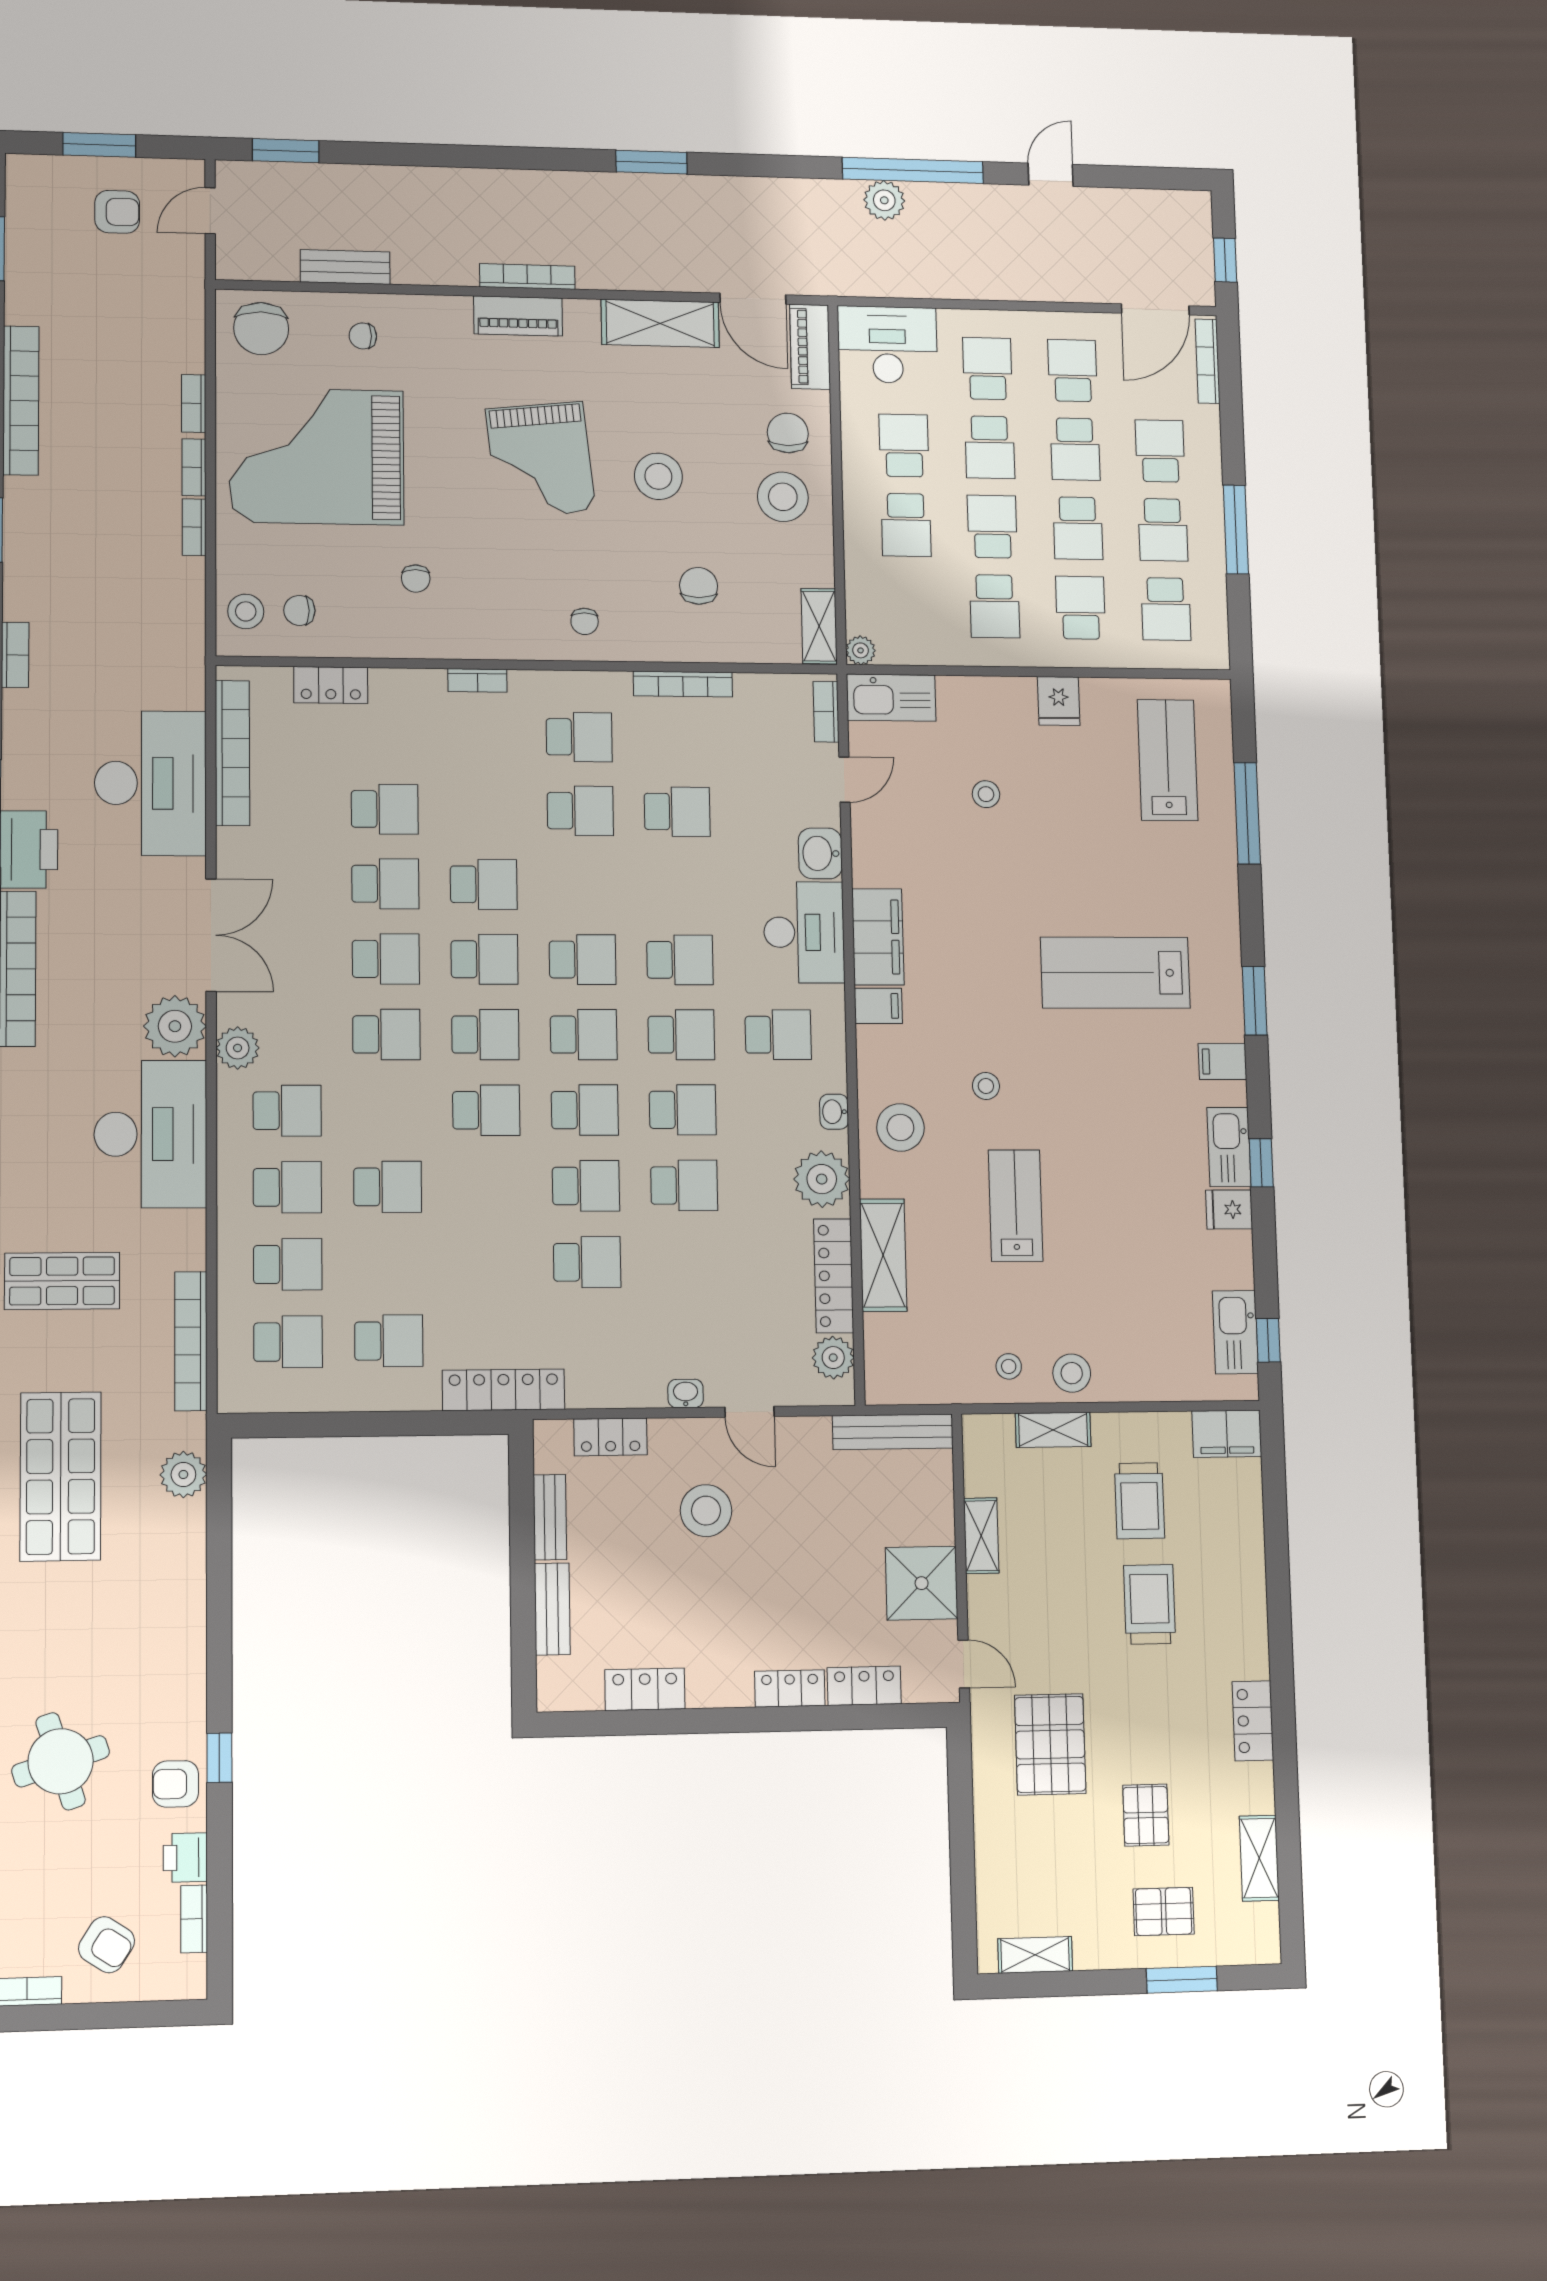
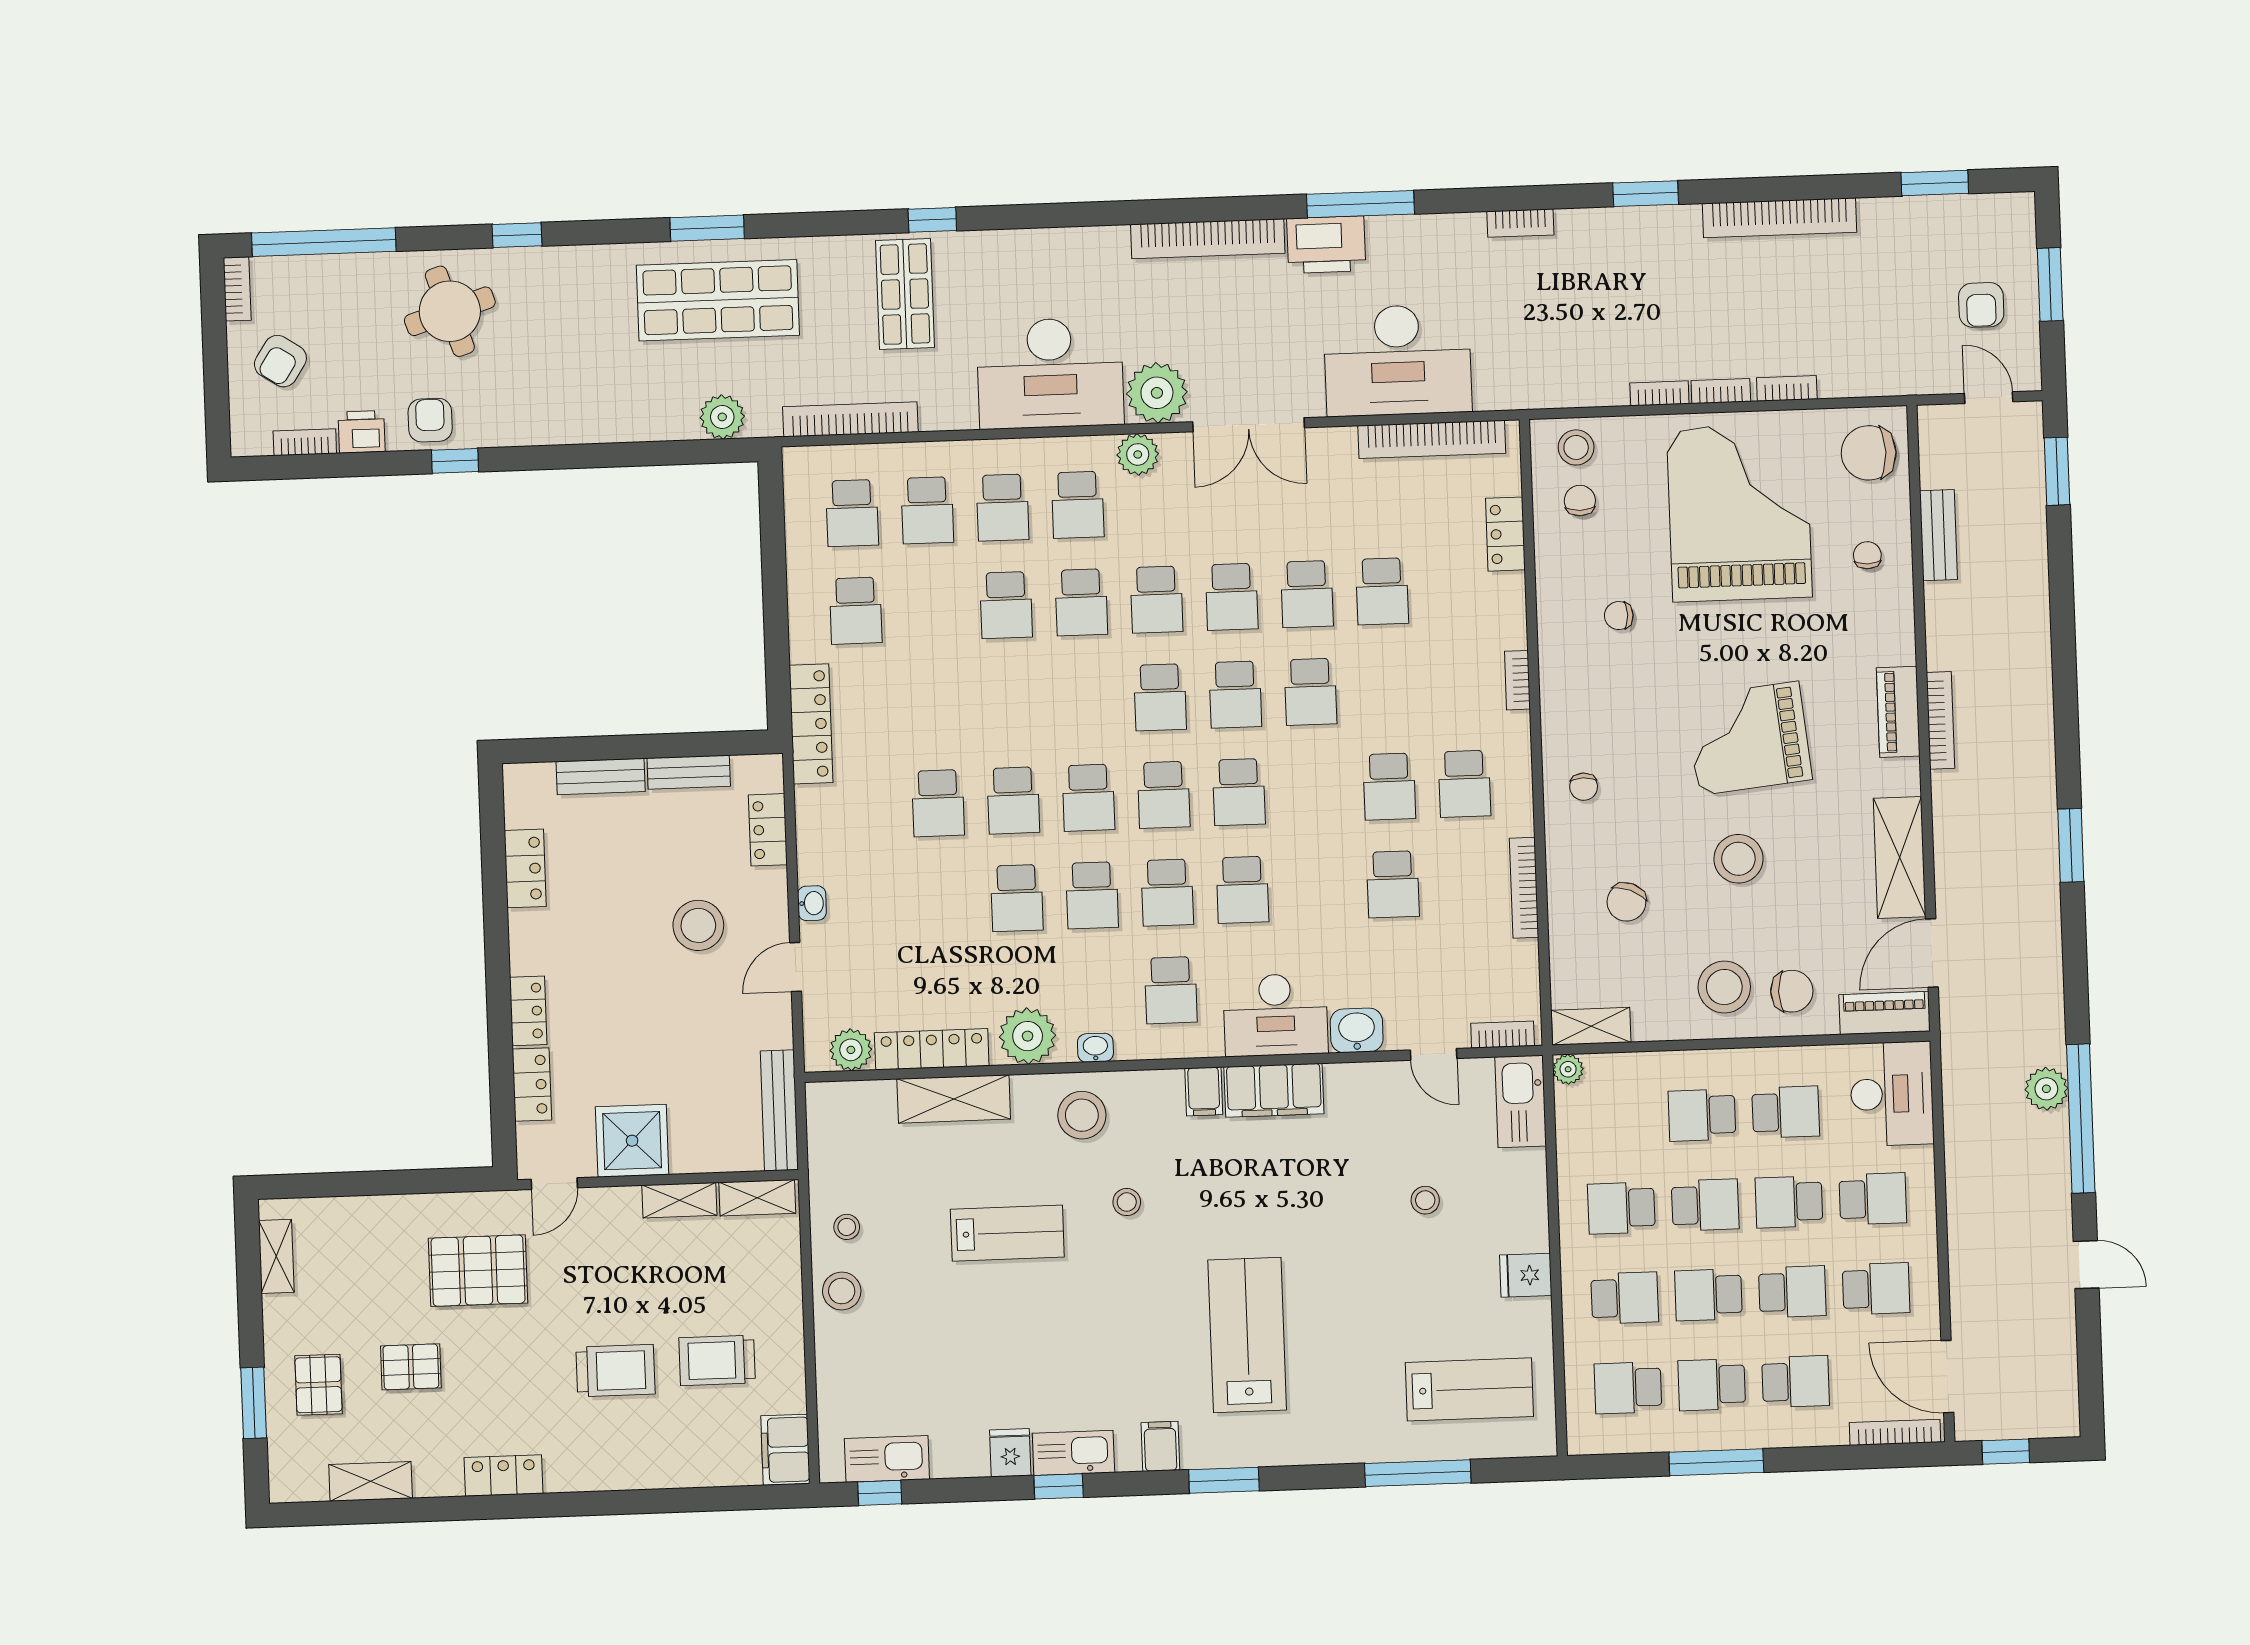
school desk: (1075, 449) -> (1792, 1292), turned 180
chair: (699, 586) -> (1626, 902), turned 112
chair: (585, 621) -> (1584, 787), turned -90
school desk: (486, 1110) -> (1081, 602), moved
shelving: (1053, 1430) -> (757, 1198), moved, turned 90

